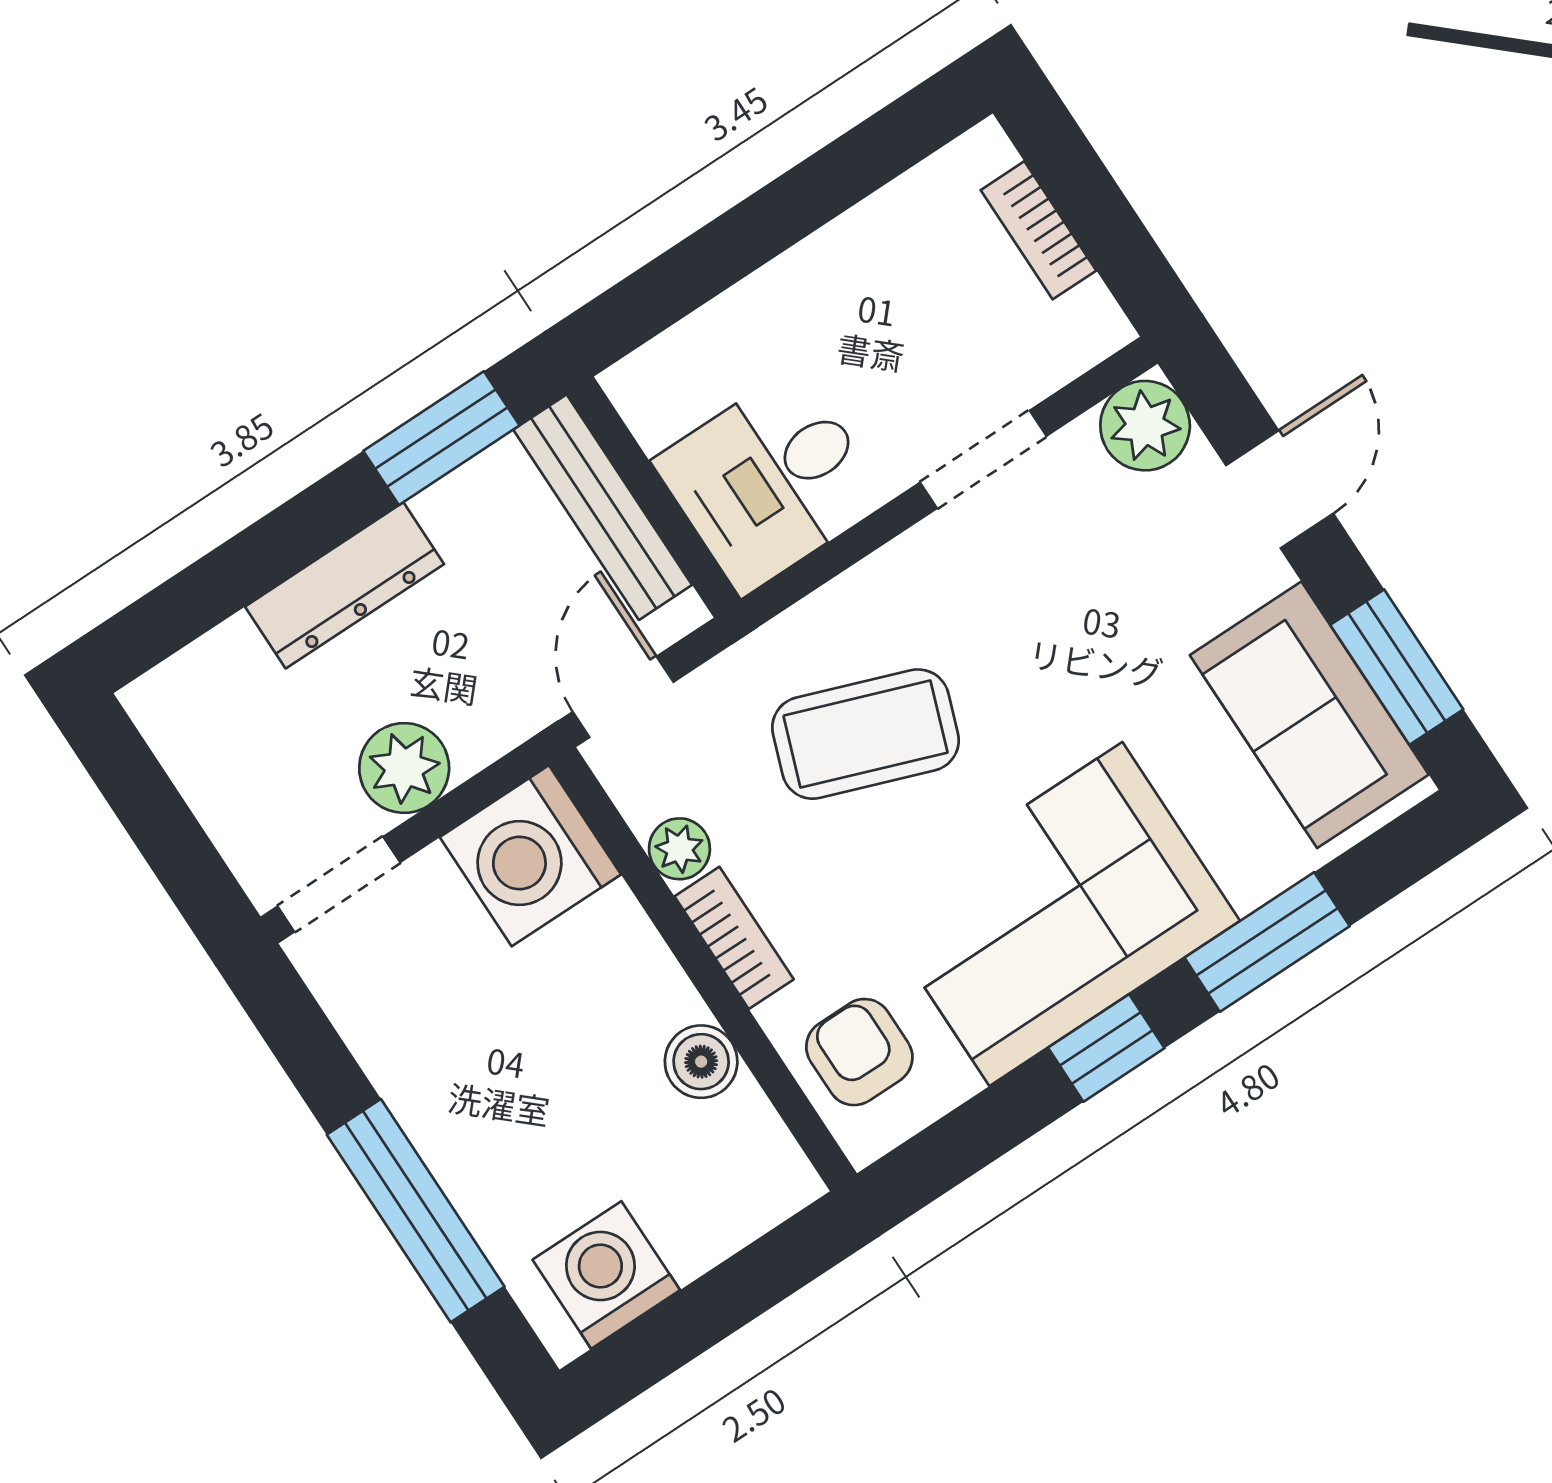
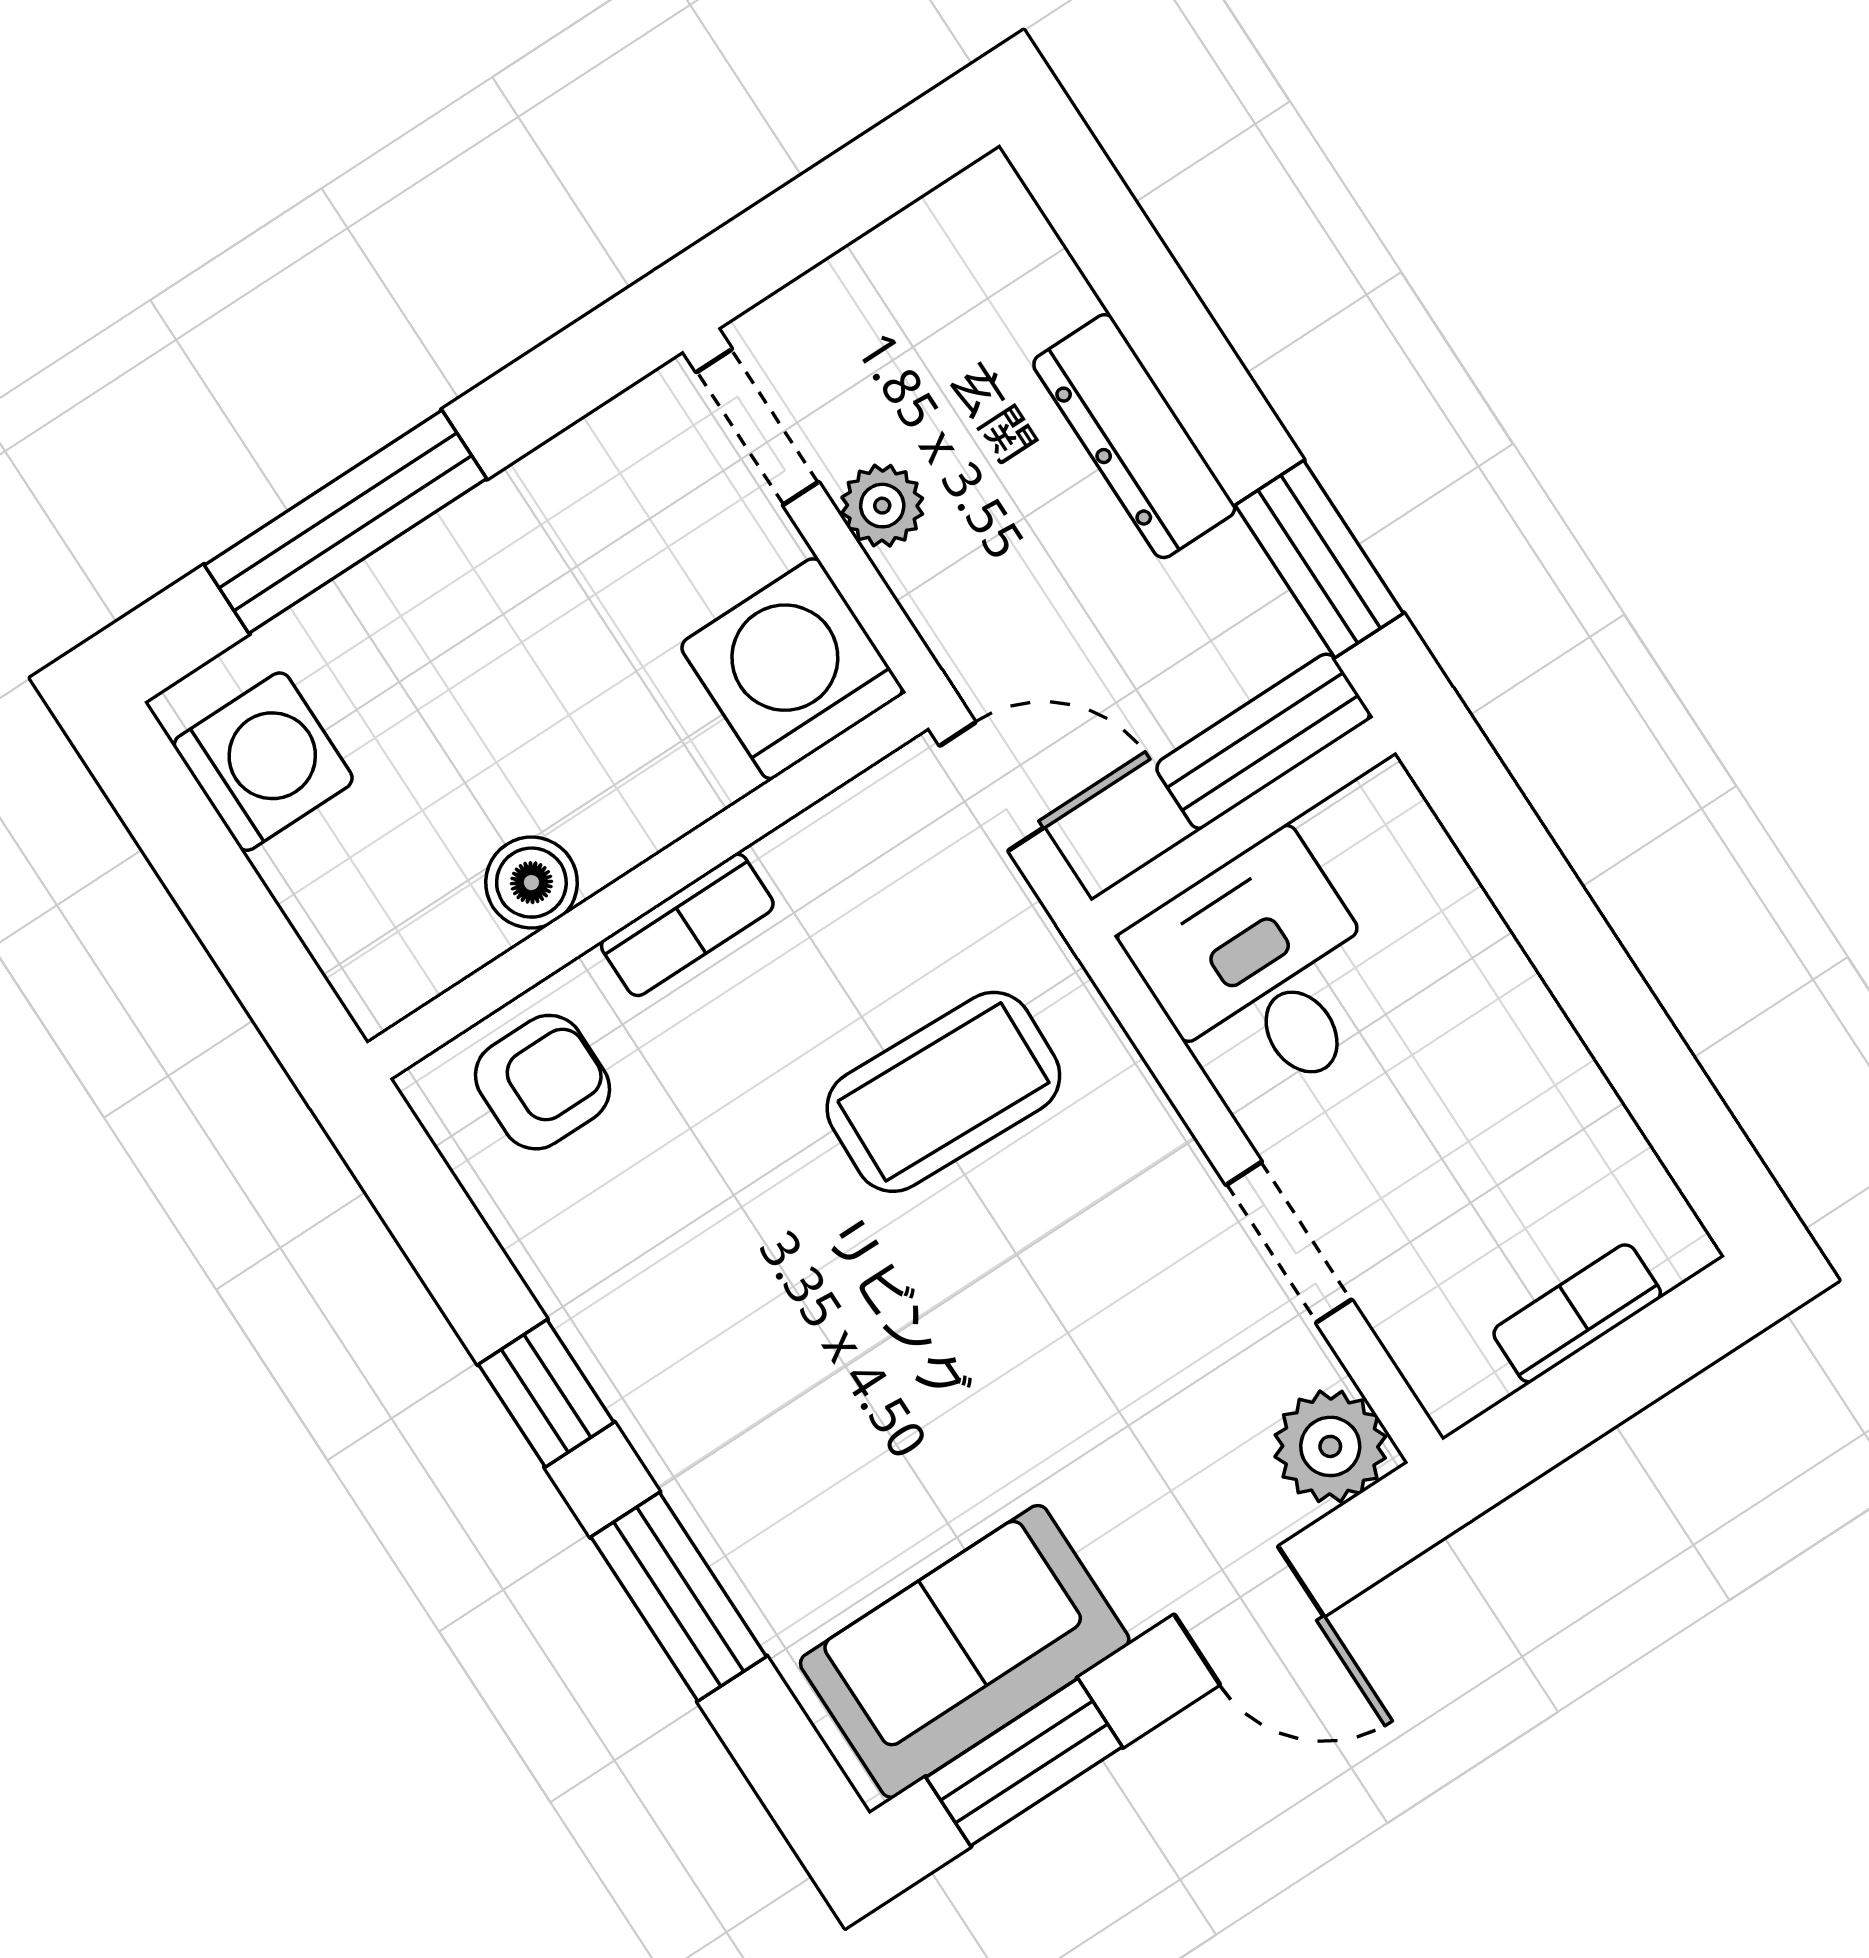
bench: (603, 507) -> (1263, 741), width x0.73
coffee table: (865, 734) -> (943, 1092), turned 72
plant: (404, 768) -> (882, 506), width x0.73, depth x0.73
plant: (679, 849) -> (800, 857), removed
corner sofa: (1056, 914) -> (715, 1331), removed

